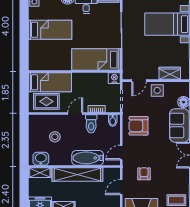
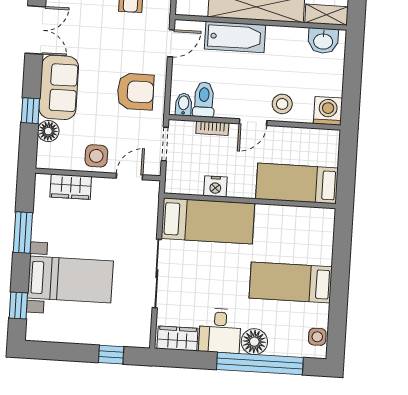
nightstand: (114, 78) -> (215, 186), moved
rug: (46, 101) -> (306, 148), removed
washing machine: (36, 122) -> (328, 111), added
toilet: (91, 124) -> (204, 100), moved
stool: (55, 137) -> (282, 104), moved

